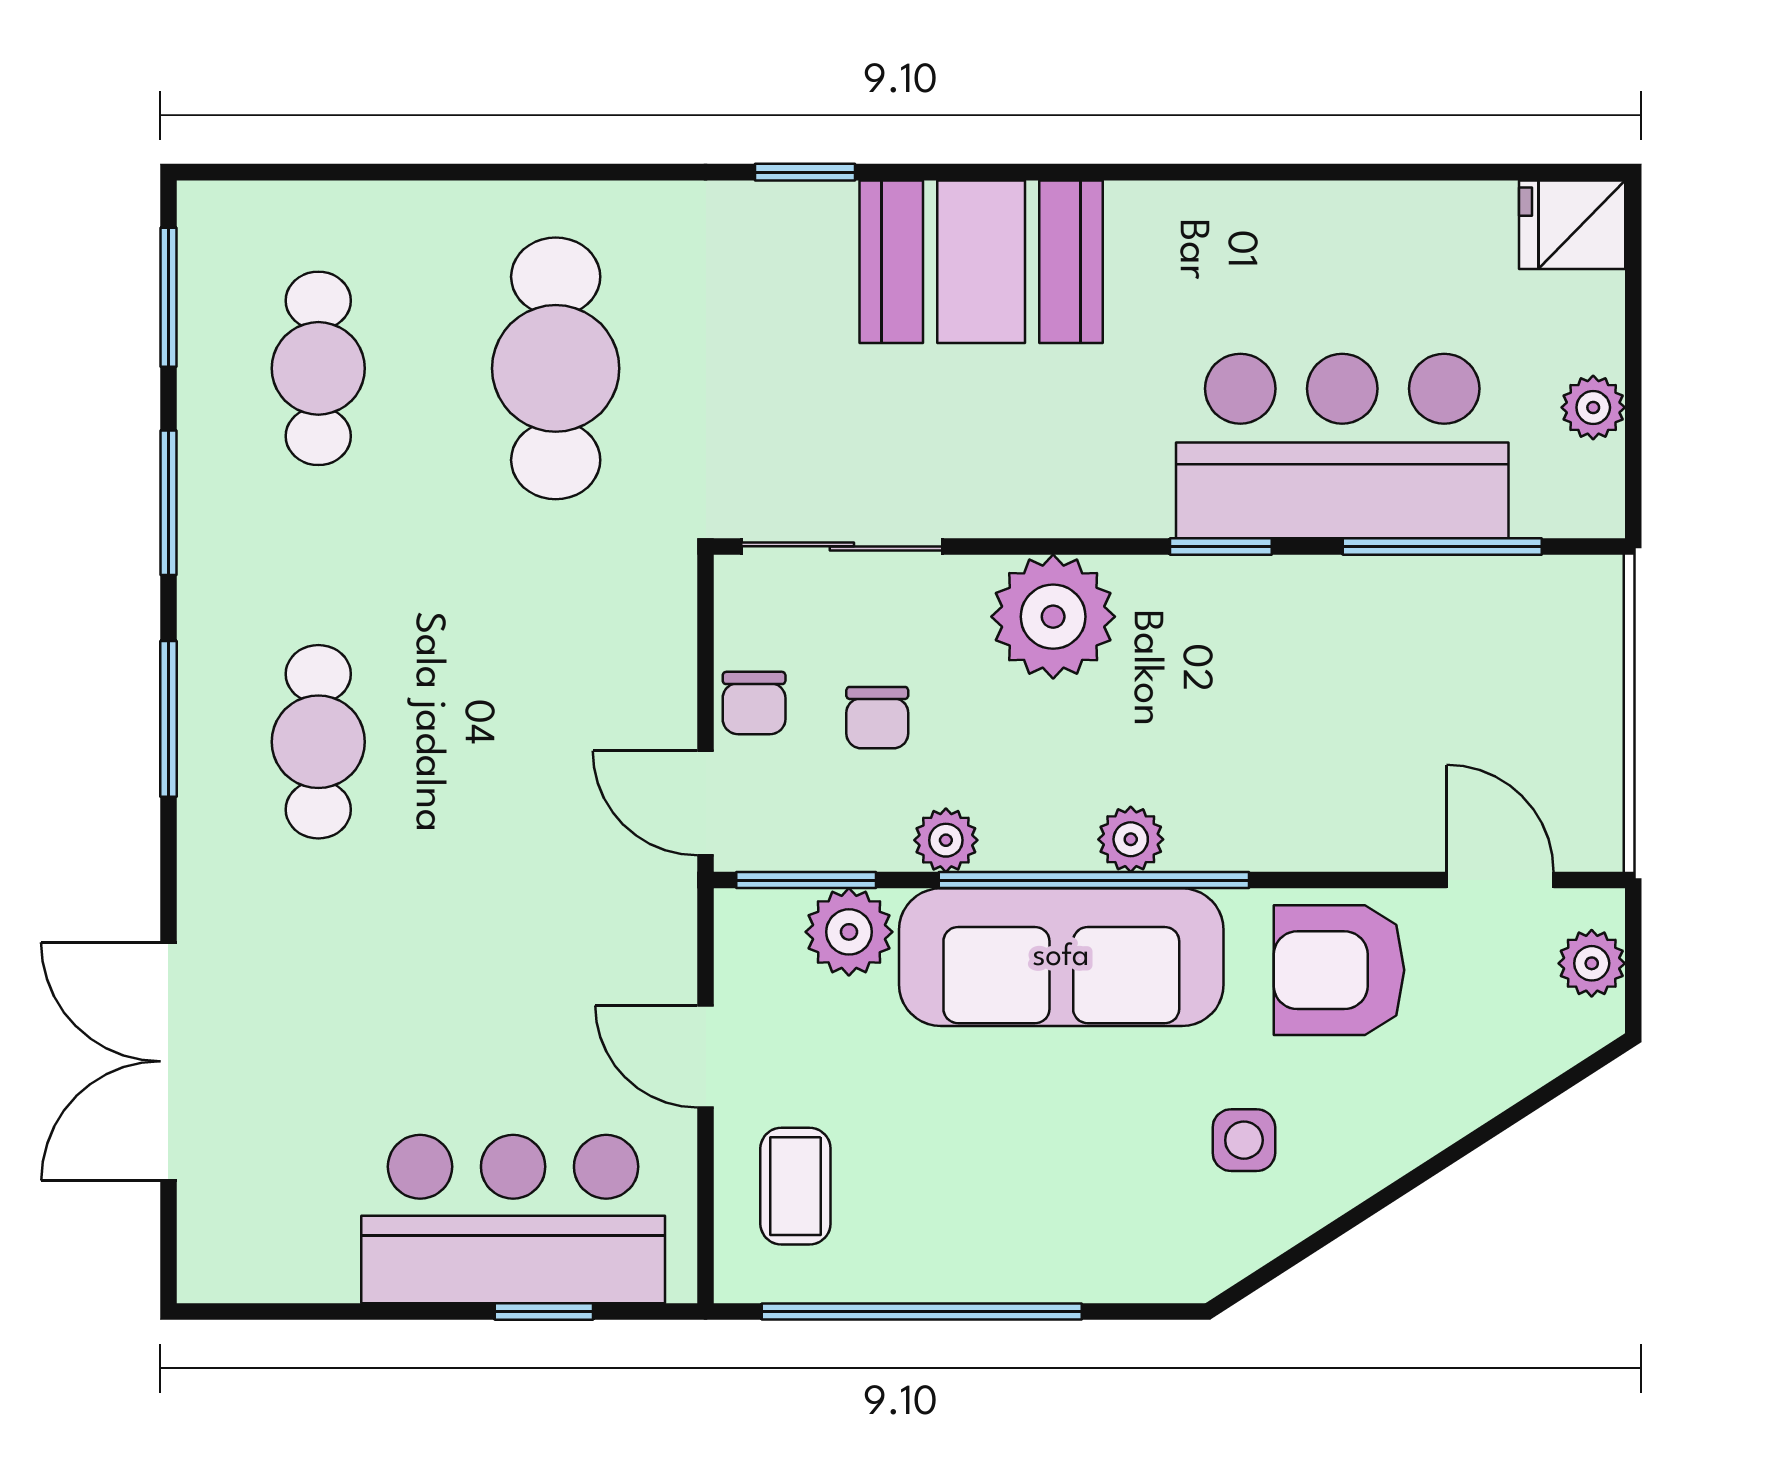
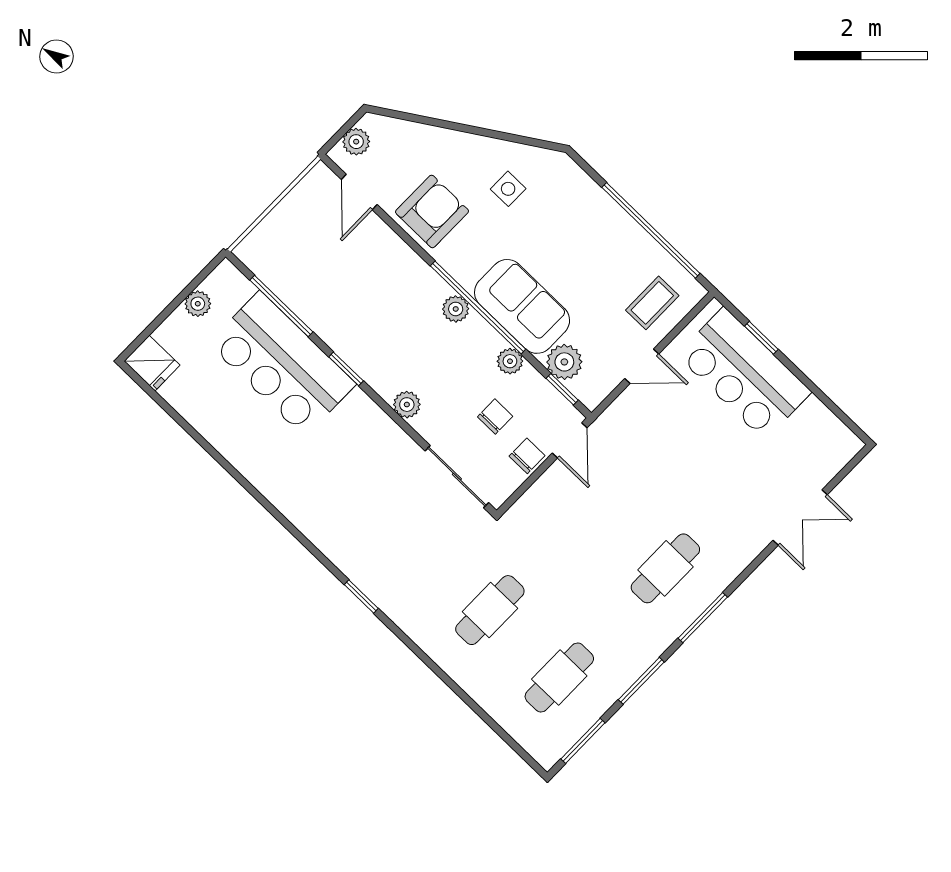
booth: (981, 262) -> (335, 520), removed
cafe table: (556, 368) -> (490, 610), width x0.73, depth x0.74
plant: (1053, 617) -> (407, 405), width x0.53, depth x0.53
window: (806, 880) -> (562, 389), width x0.67
sofa: (1061, 957) -> (522, 306), width x0.73
armchair: (1339, 970) -> (432, 211), turned -90
door: (706, 1057) -> (642, 366), hinge flipped
double door: (168, 1061) -> (800, 518), width x0.73

